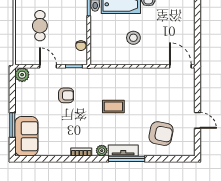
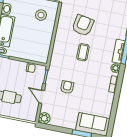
stool: (133, 38) -> (41, 15), moved
door: (48, 66) -> (42, 97), hinge flipped
armchair: (161, 134) -> (83, 25), moved

